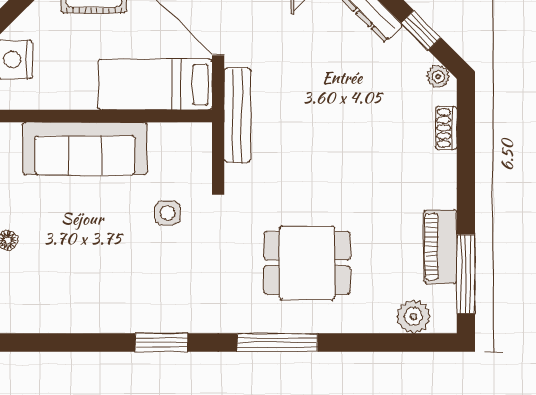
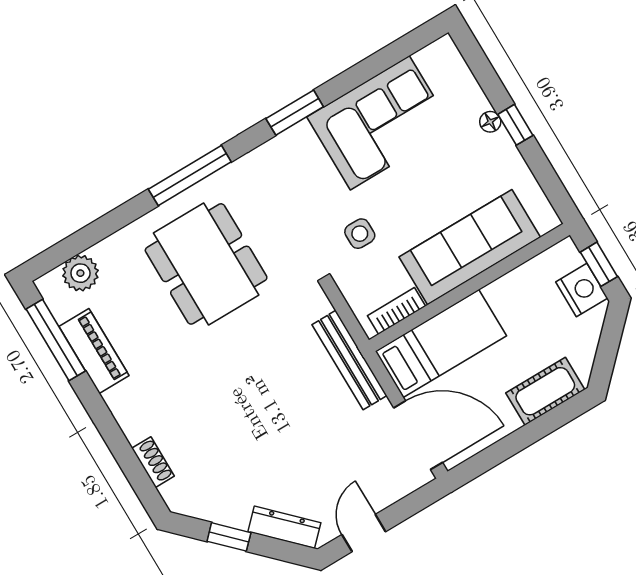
plant: (438, 76) -> (188, 504), removed
bookcase: (175, 132) -> (396, 311), added
dining table: (307, 263) -> (206, 264), width x1.37
corner sofa: (98, 293) -> (380, 123), added

